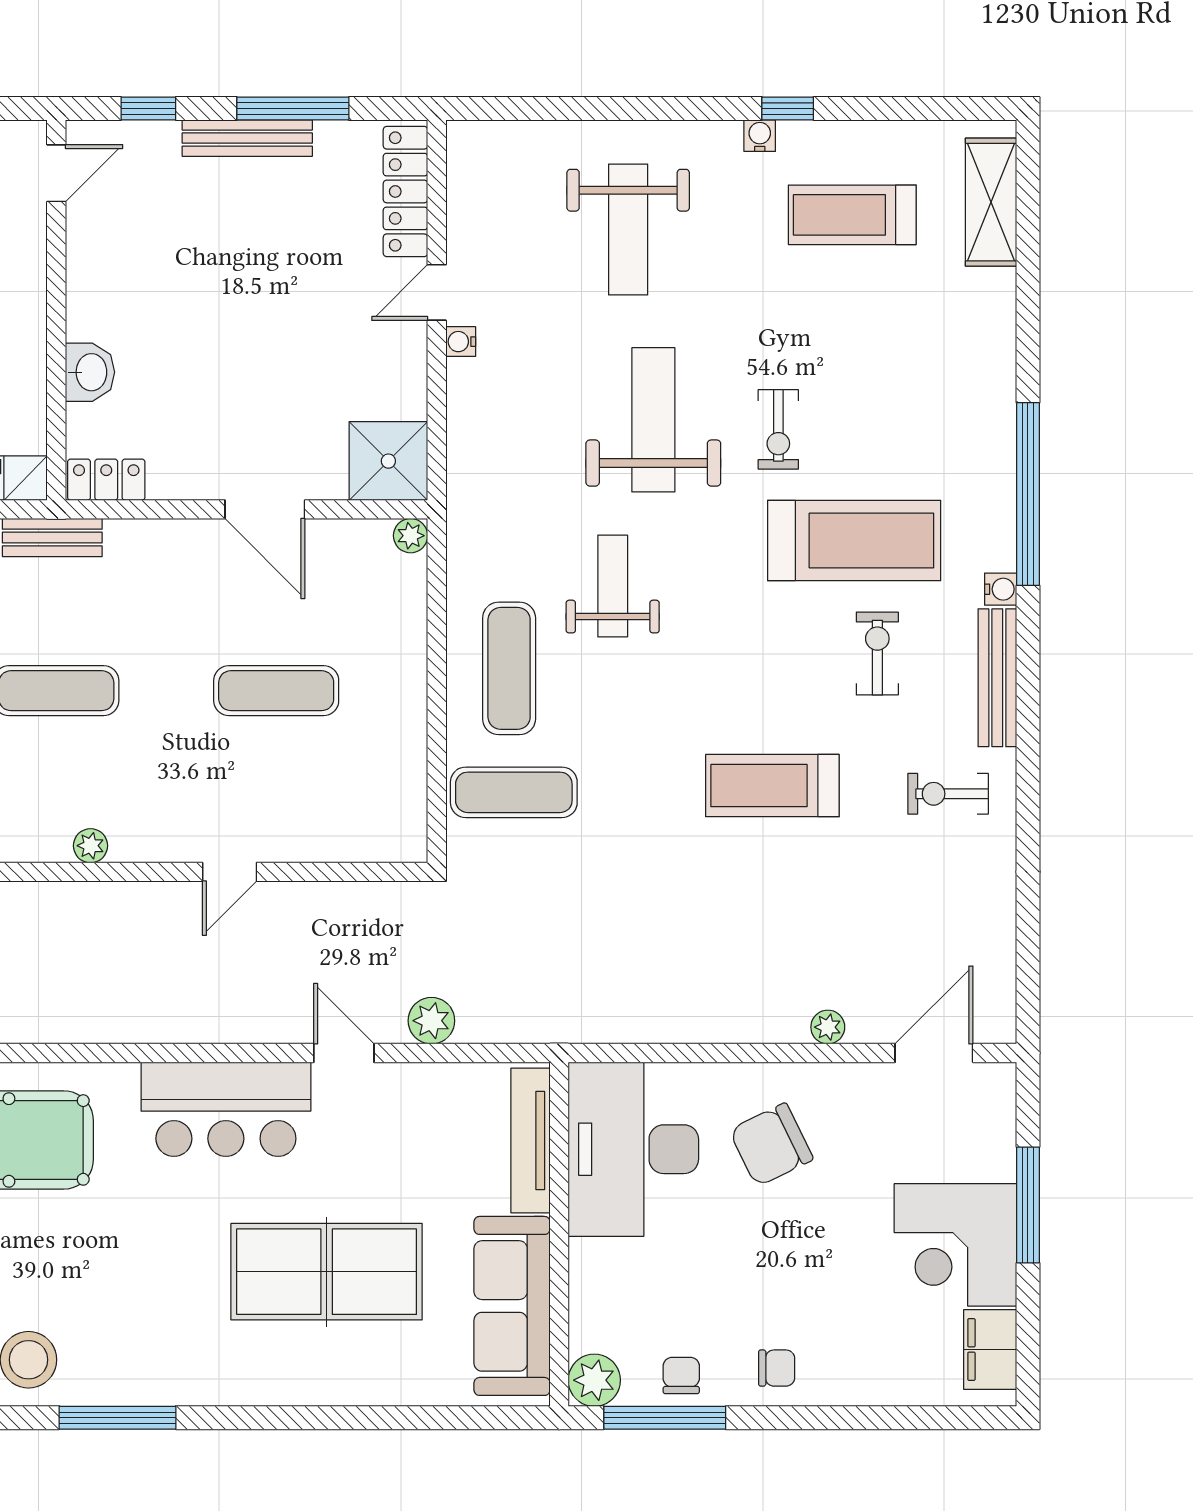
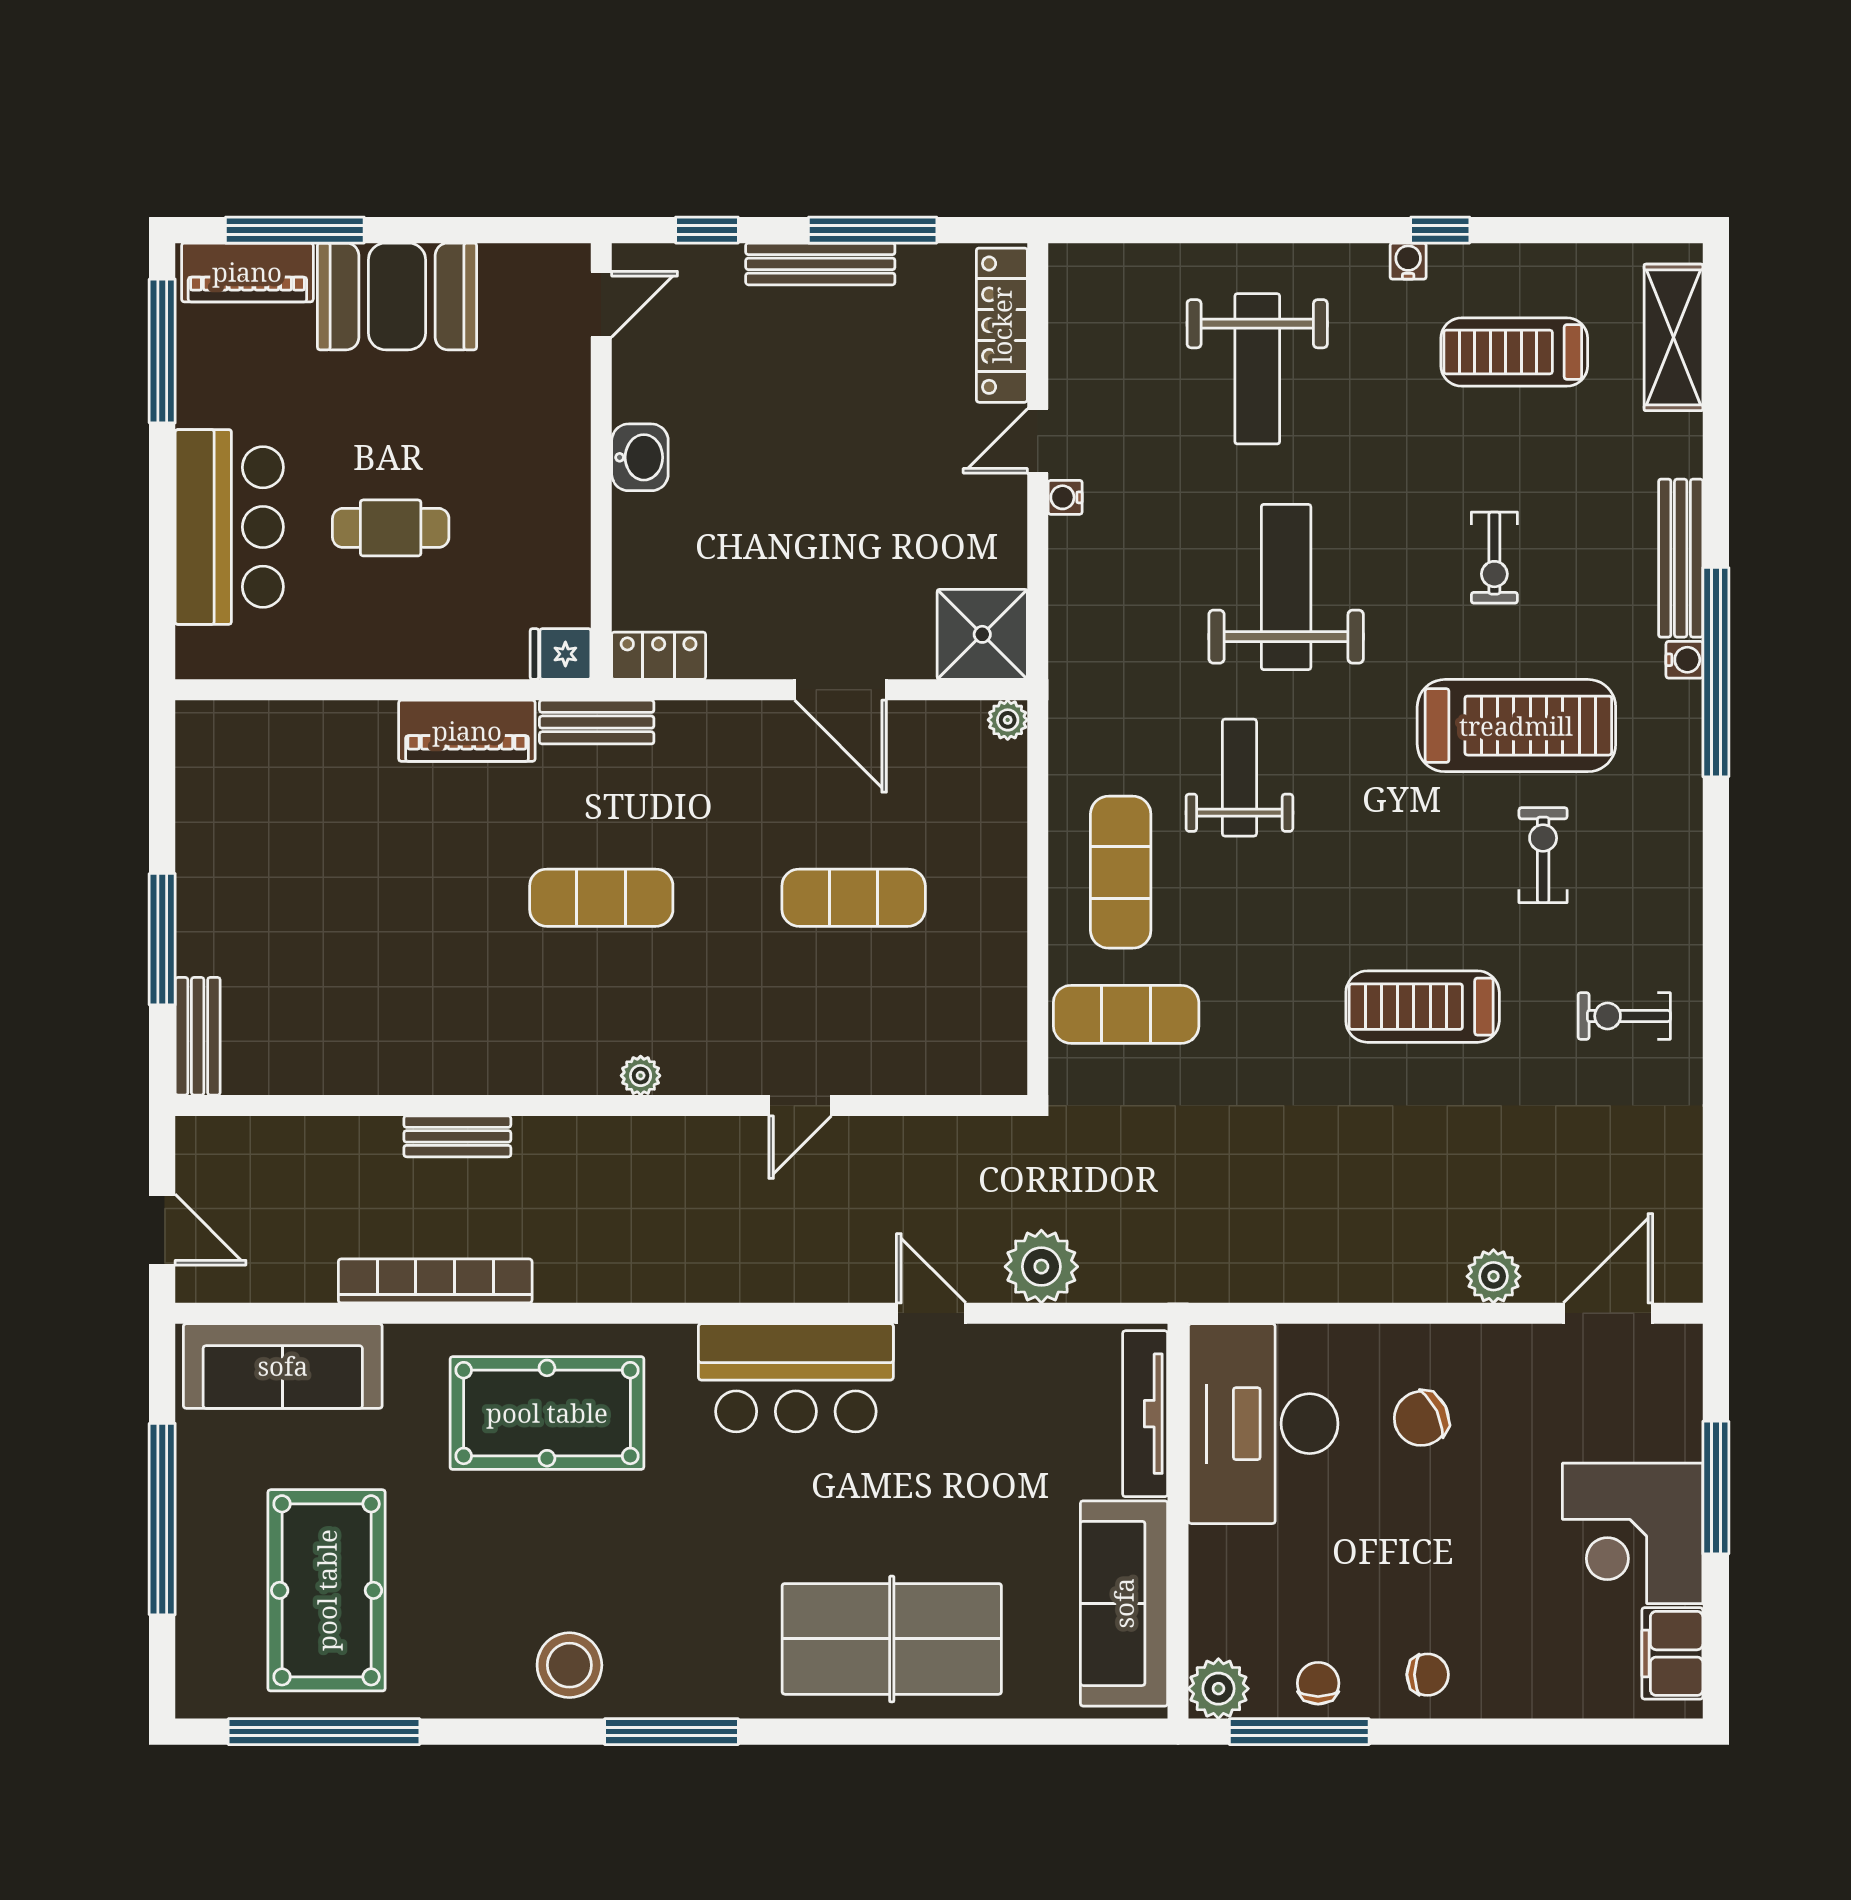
washbasin: (90, 372) -> (640, 457), moved
exercise bike: (778, 429) -> (1494, 558), moved
water cooler: (1001, 589) -> (1684, 660), moved
bench: (997, 678) -> (1681, 558), moved
plant: (431, 1021) -> (1041, 1267), width x1.36, depth x1.36
plant: (828, 1027) -> (1493, 1276), width x1.38, depth x1.38
chair: (771, 1145) -> (1421, 1418), width x0.73, depth x0.73
table tennis table: (327, 1272) -> (892, 1639), moved

